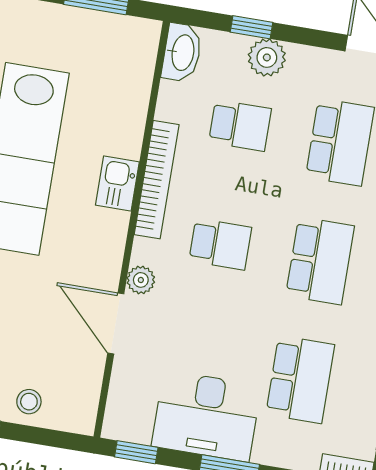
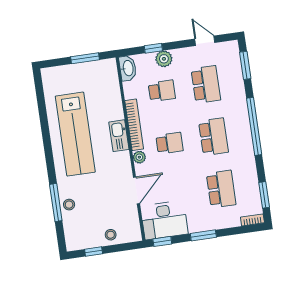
kitchen sink: (117, 184) -> (119, 136), width x1.38
plant: (141, 280) -> (139, 157), moved
door: (116, 323) -> (136, 190), swing flipped
desk: (206, 416) -> (164, 220), moved

